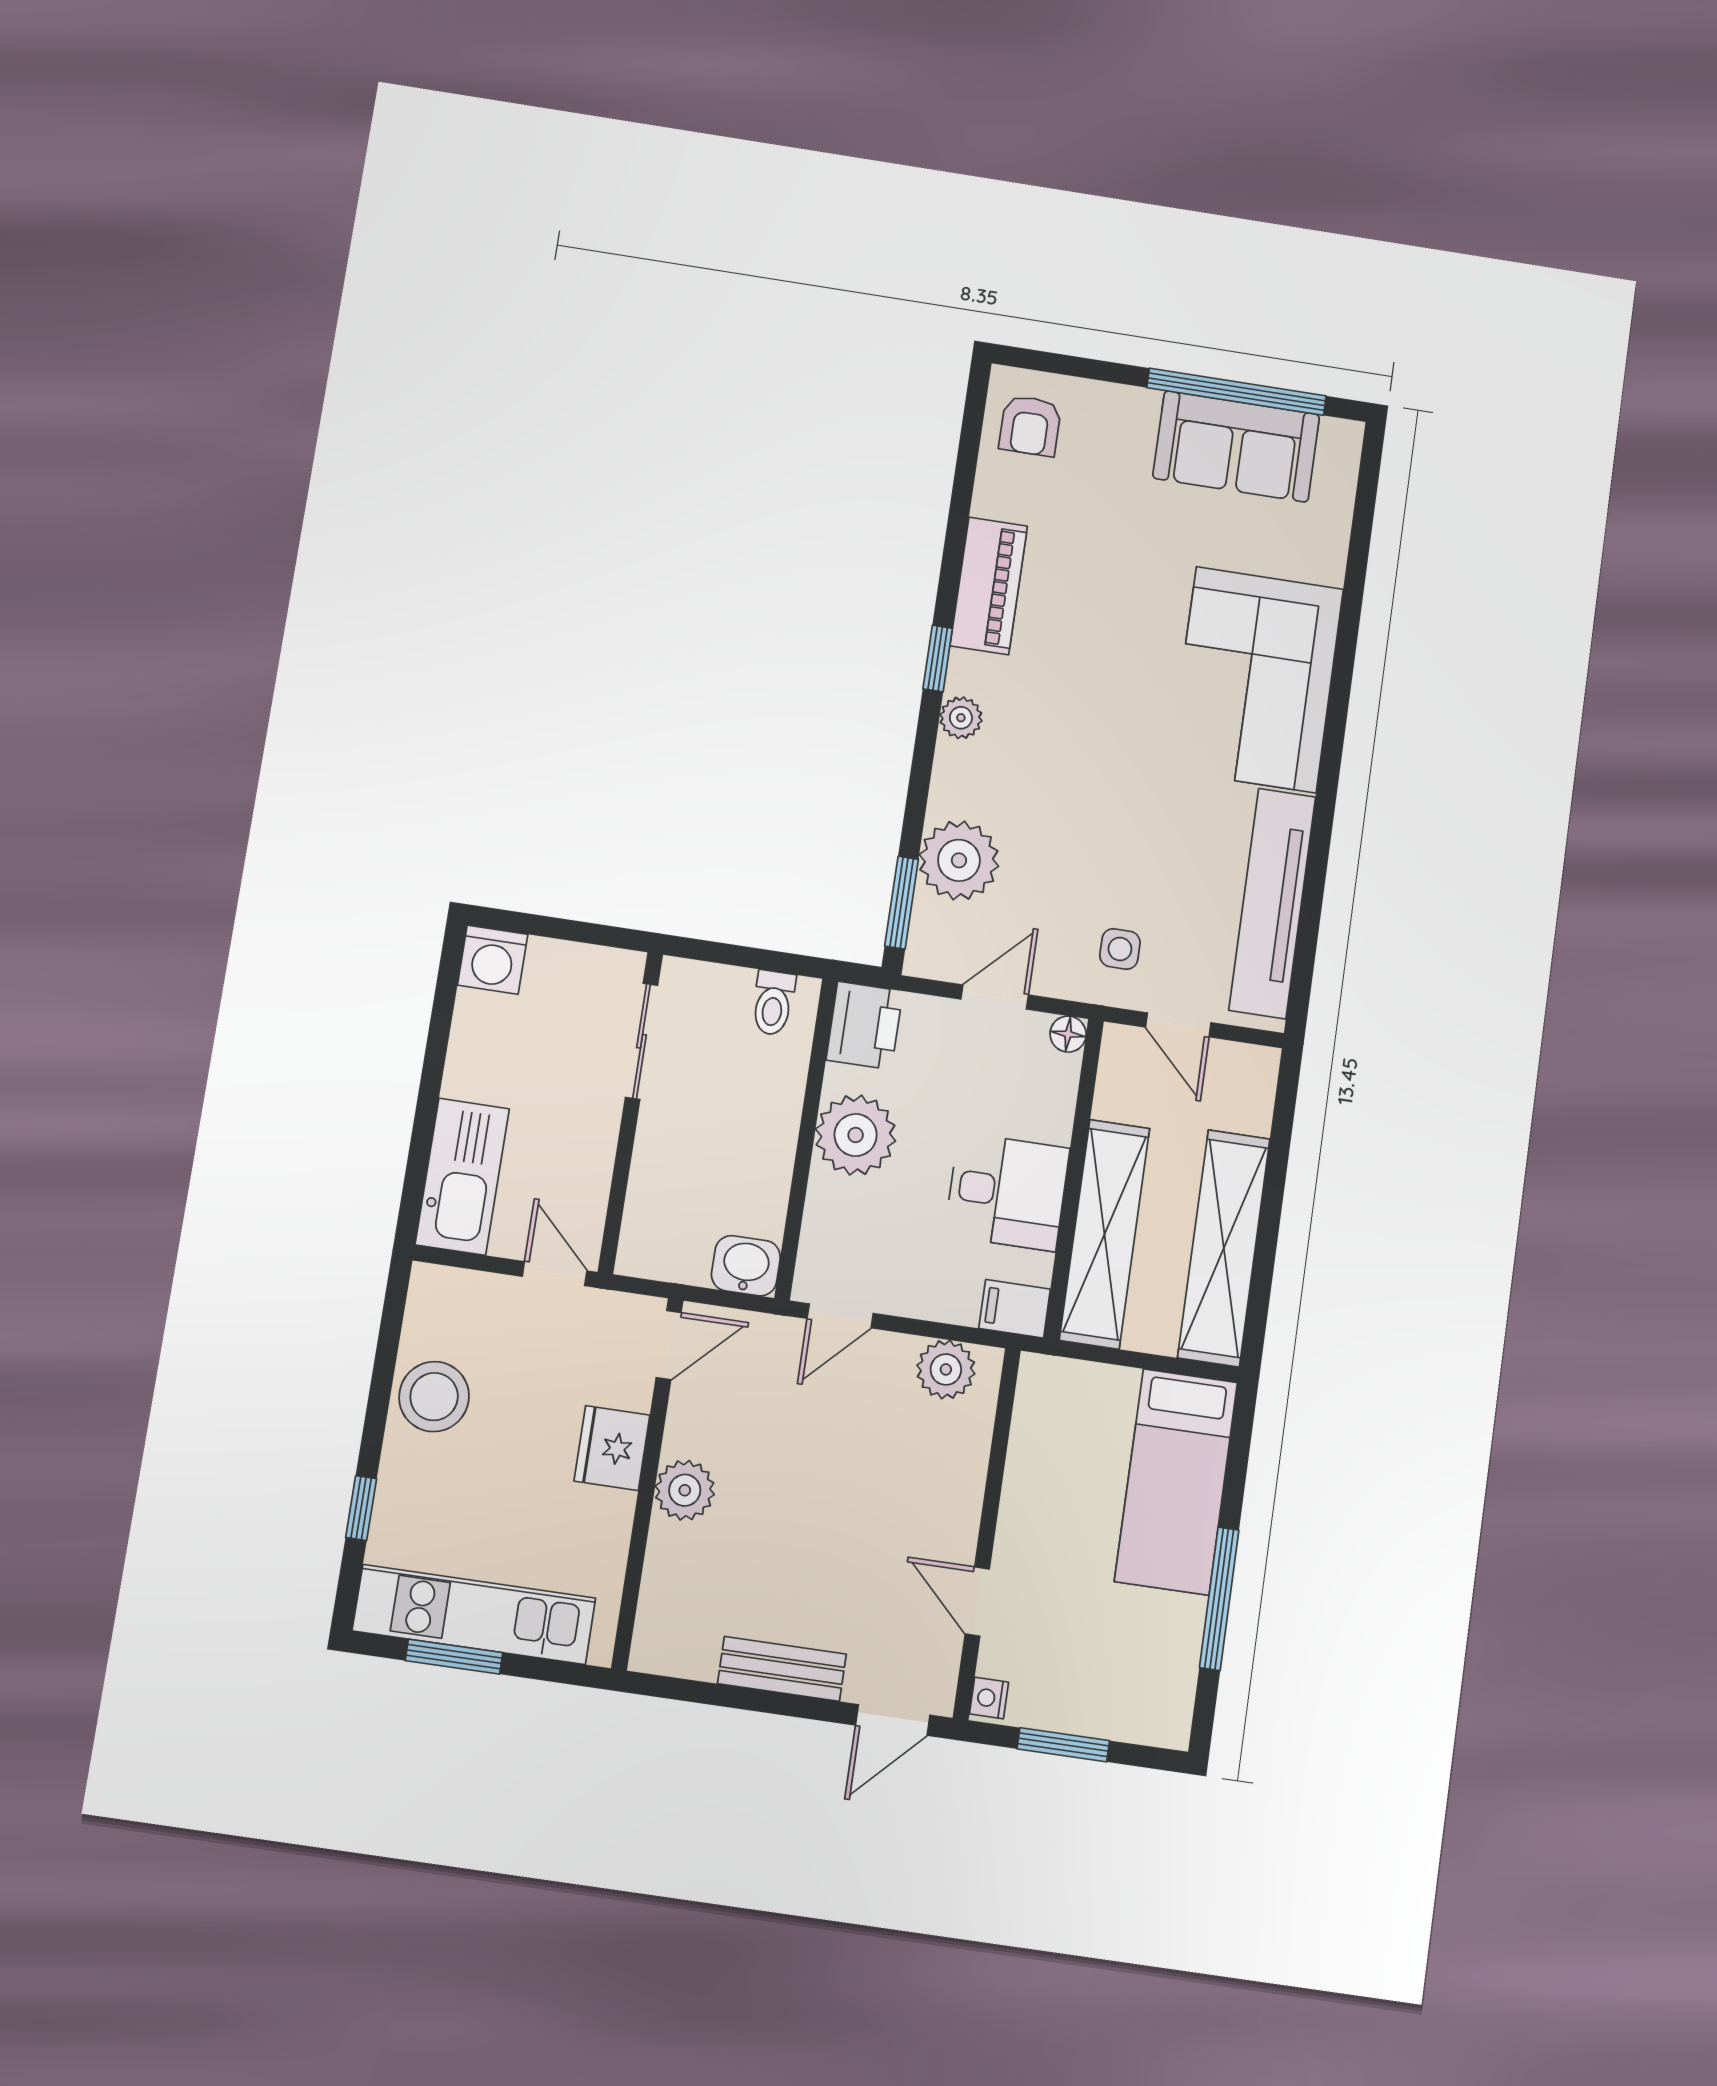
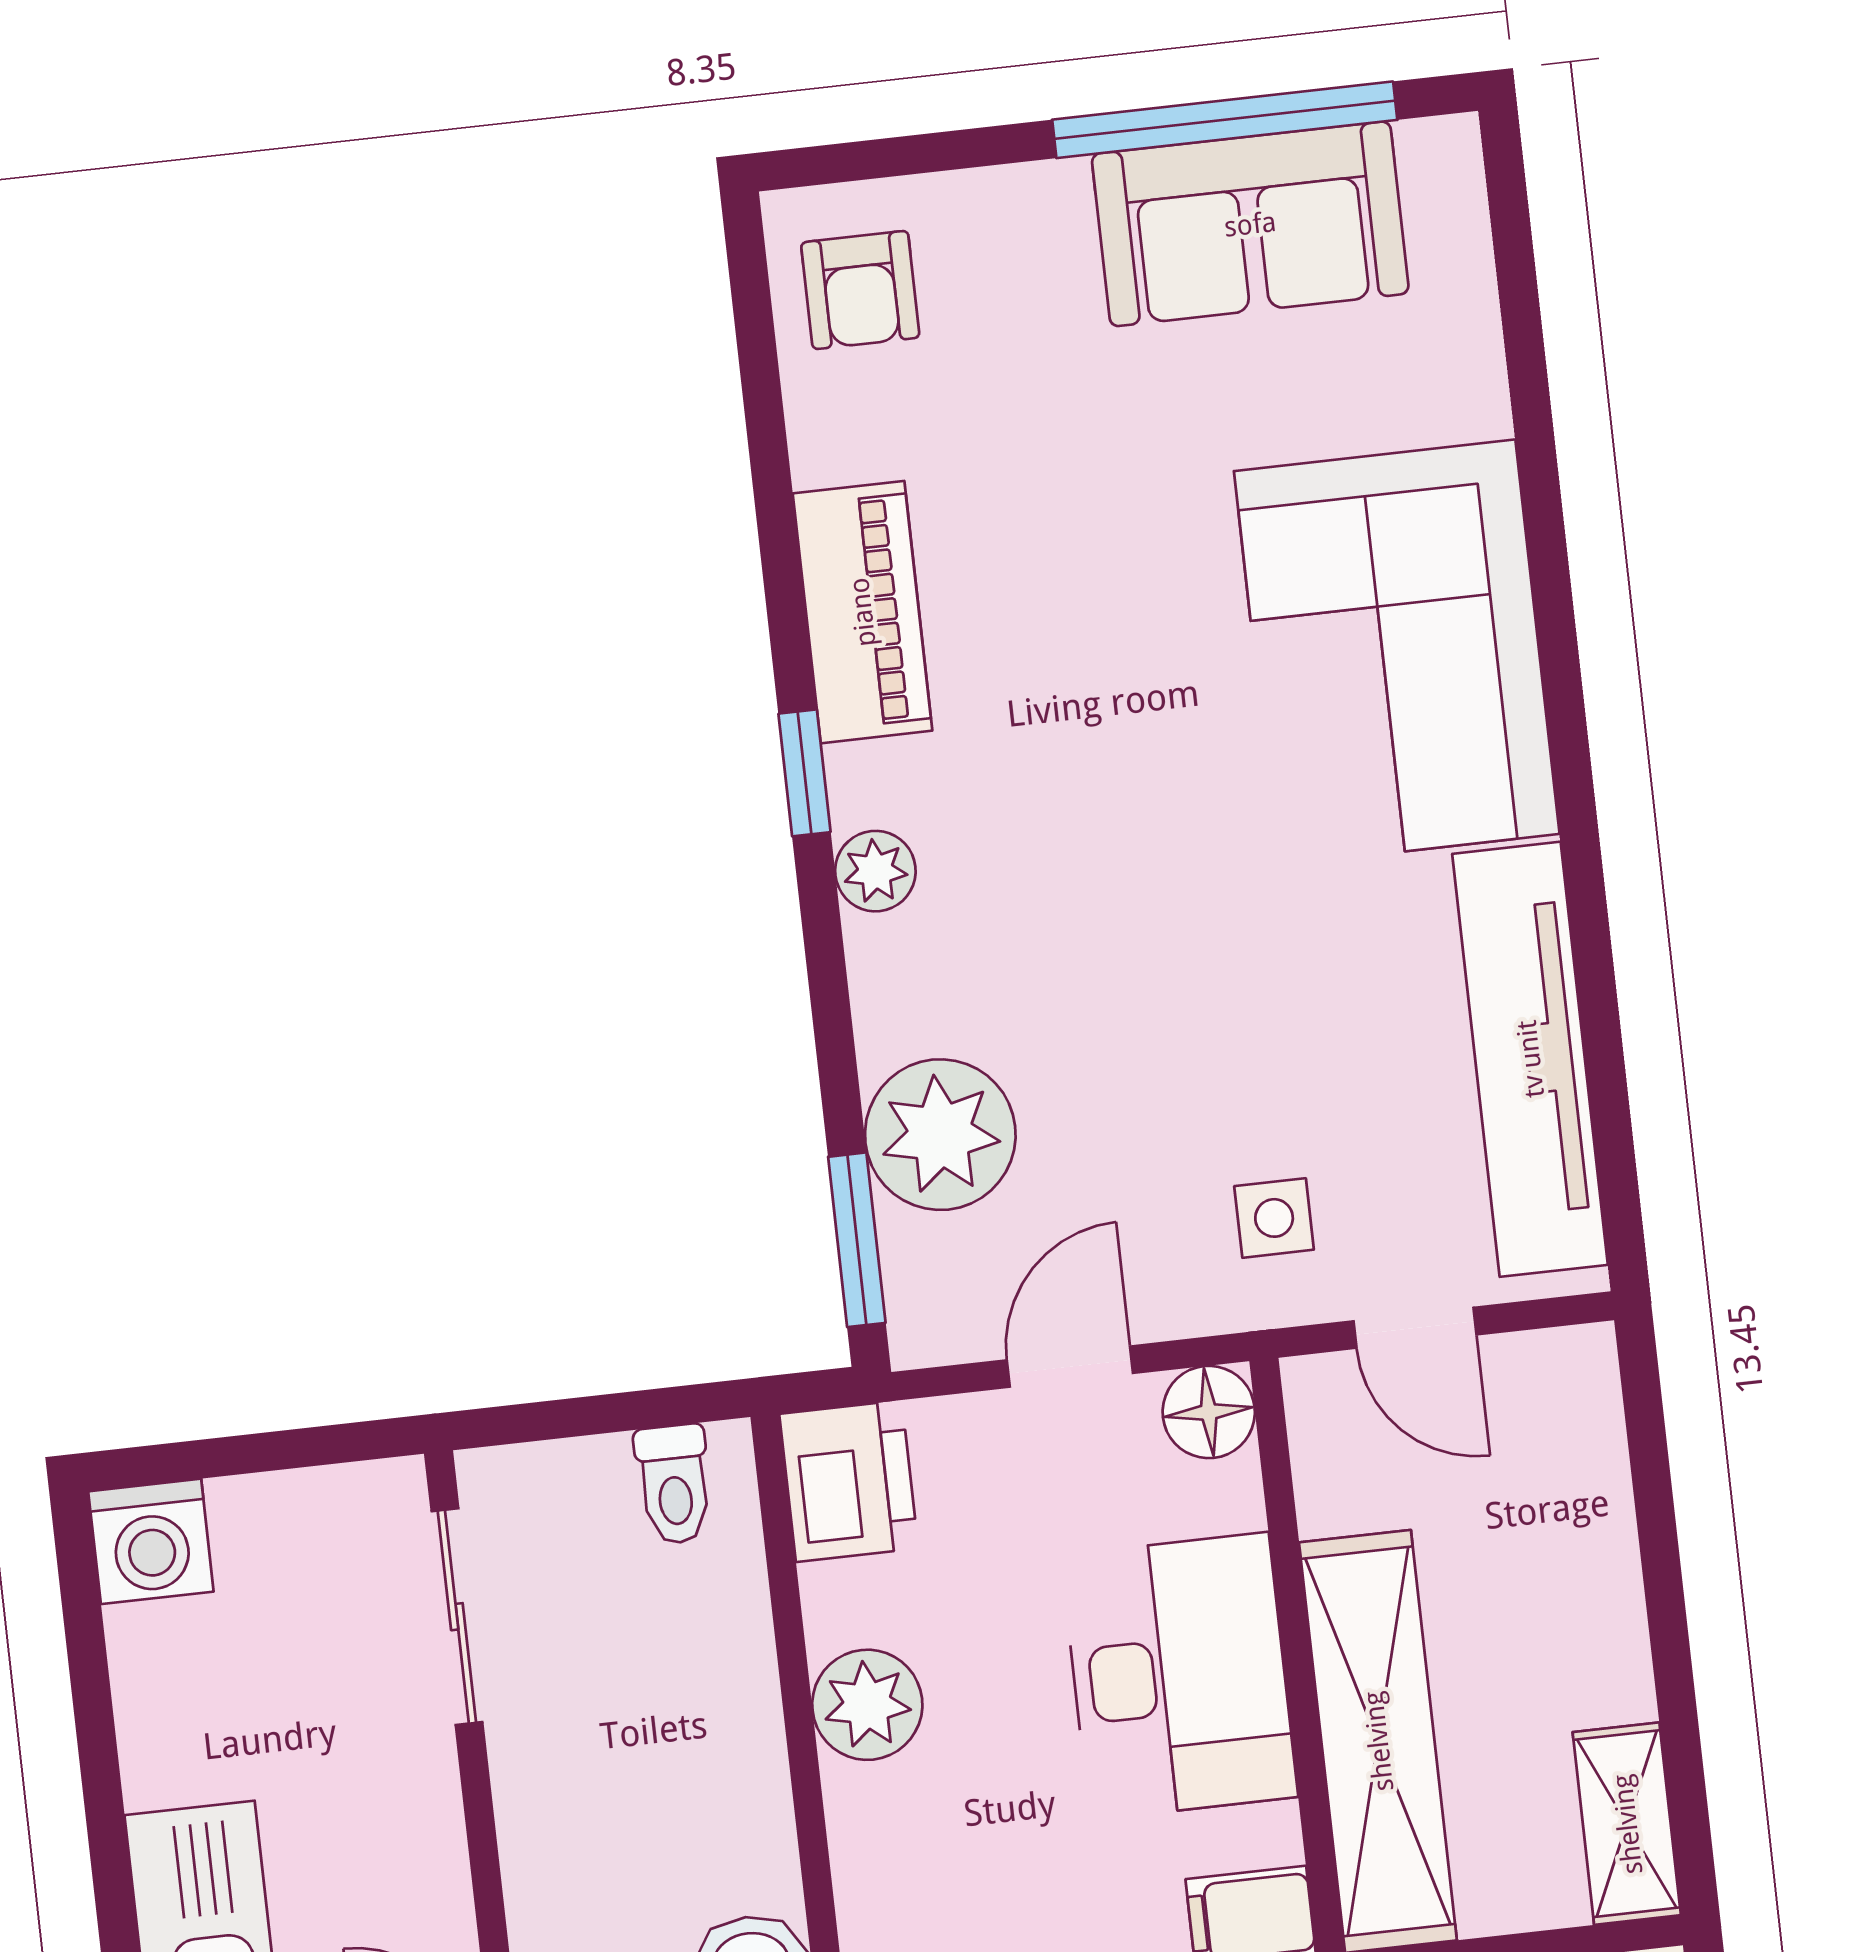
floor lamp: (1068, 1034) -> (1209, 1412), width x1.37, depth x1.37
plant: (856, 1135) -> (867, 1705), width x0.73, depth x0.73
desk: (1007, 1192) -> (1179, 1676), width x1.37
shelving: (1224, 1248) -> (1627, 1824), width x0.45, depth x0.75

